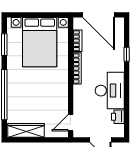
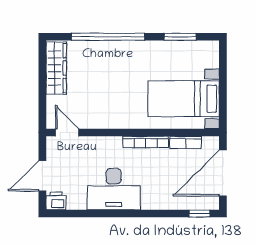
bed with nightstands: (40, 42) -> (184, 99), width x0.73
window: (127, 54) -> (200, 214), moved
printer: (118, 117) -> (56, 201), moved

